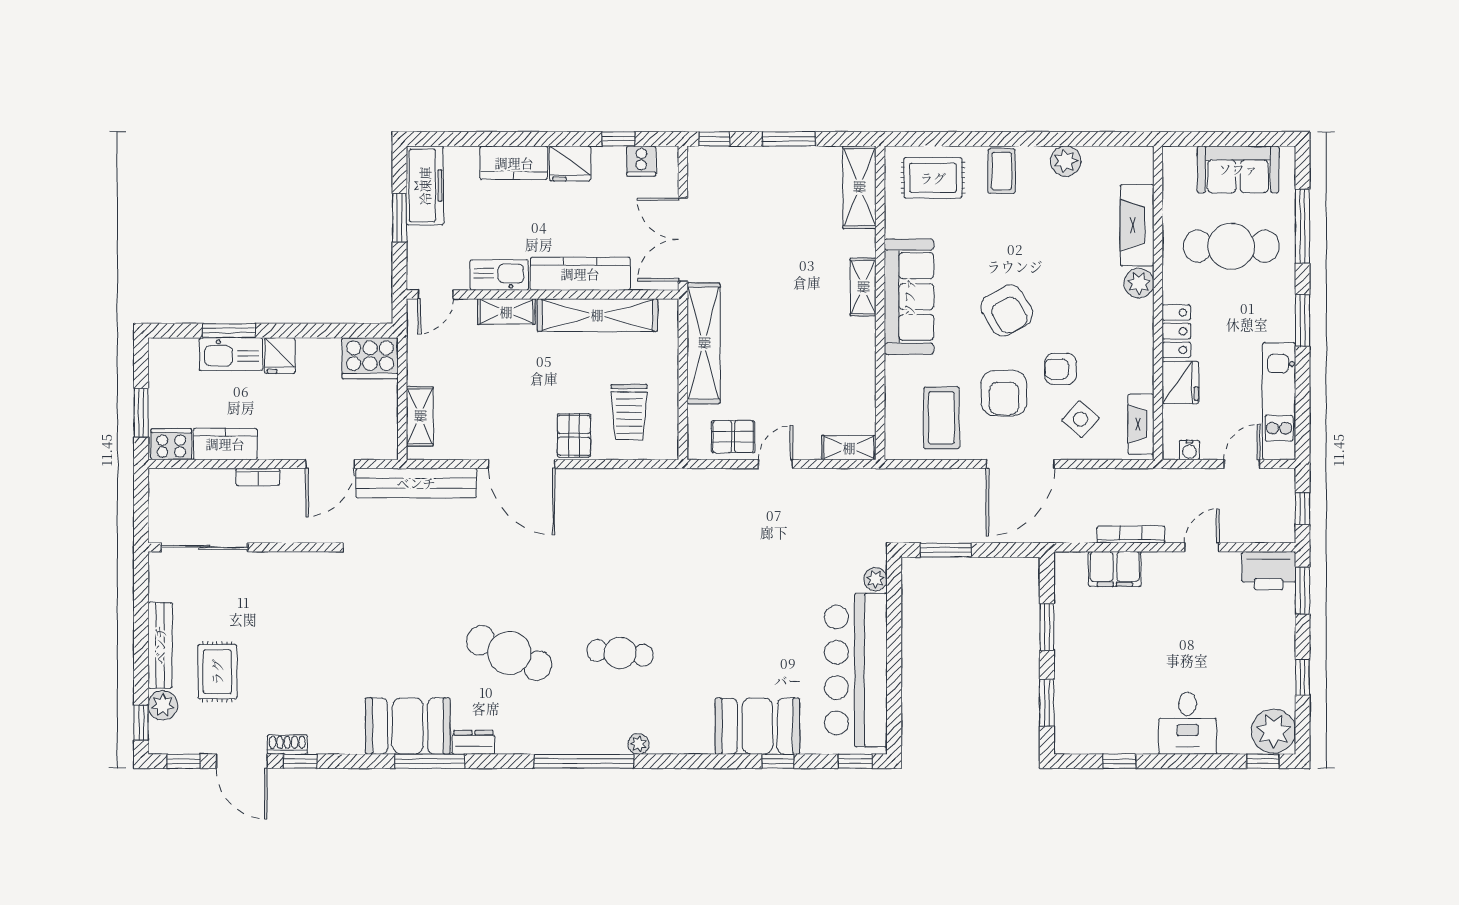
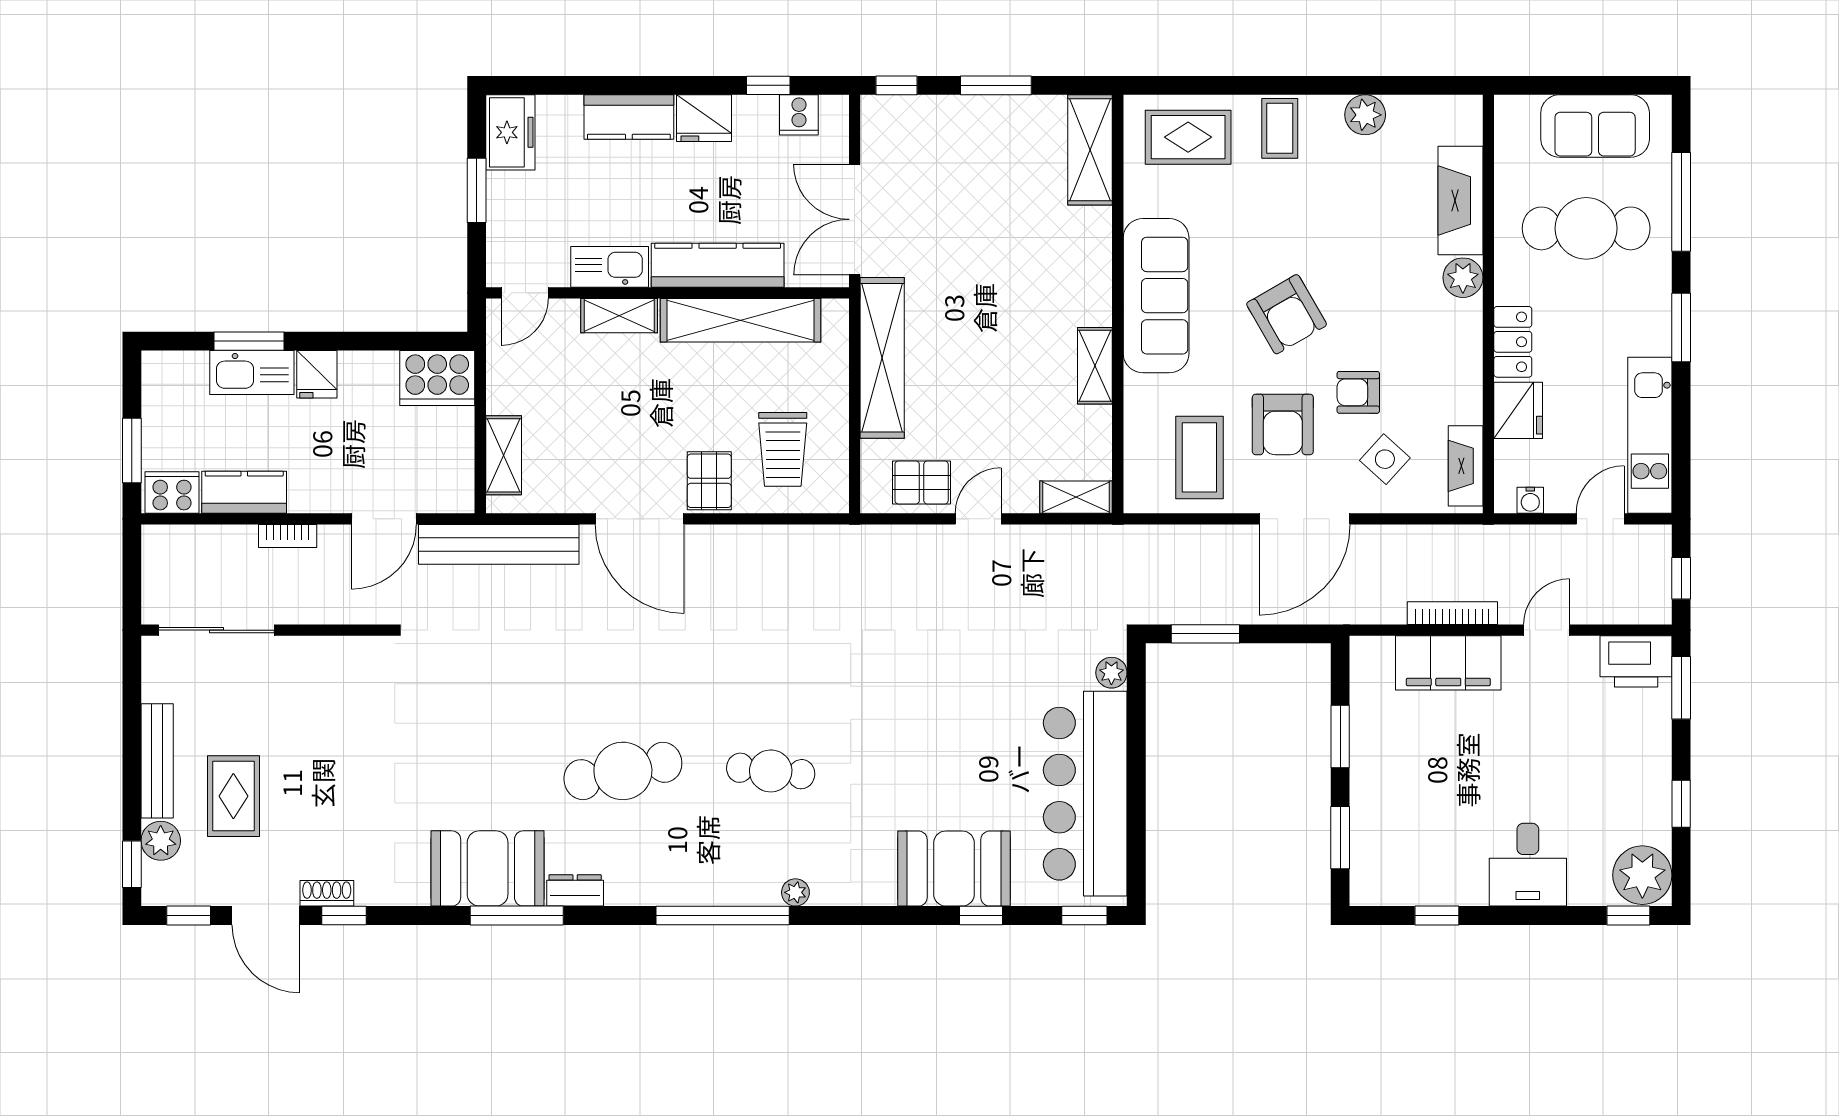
freezer: (425, 186) -> (510, 132), width x0.71
shelving: (863, 287) -> (1095, 366), moved
filing cabinet: (1115, 569) -> (1448, 663), width x1.50, depth x1.17
cafe table: (509, 653) -> (623, 771), turned -36

